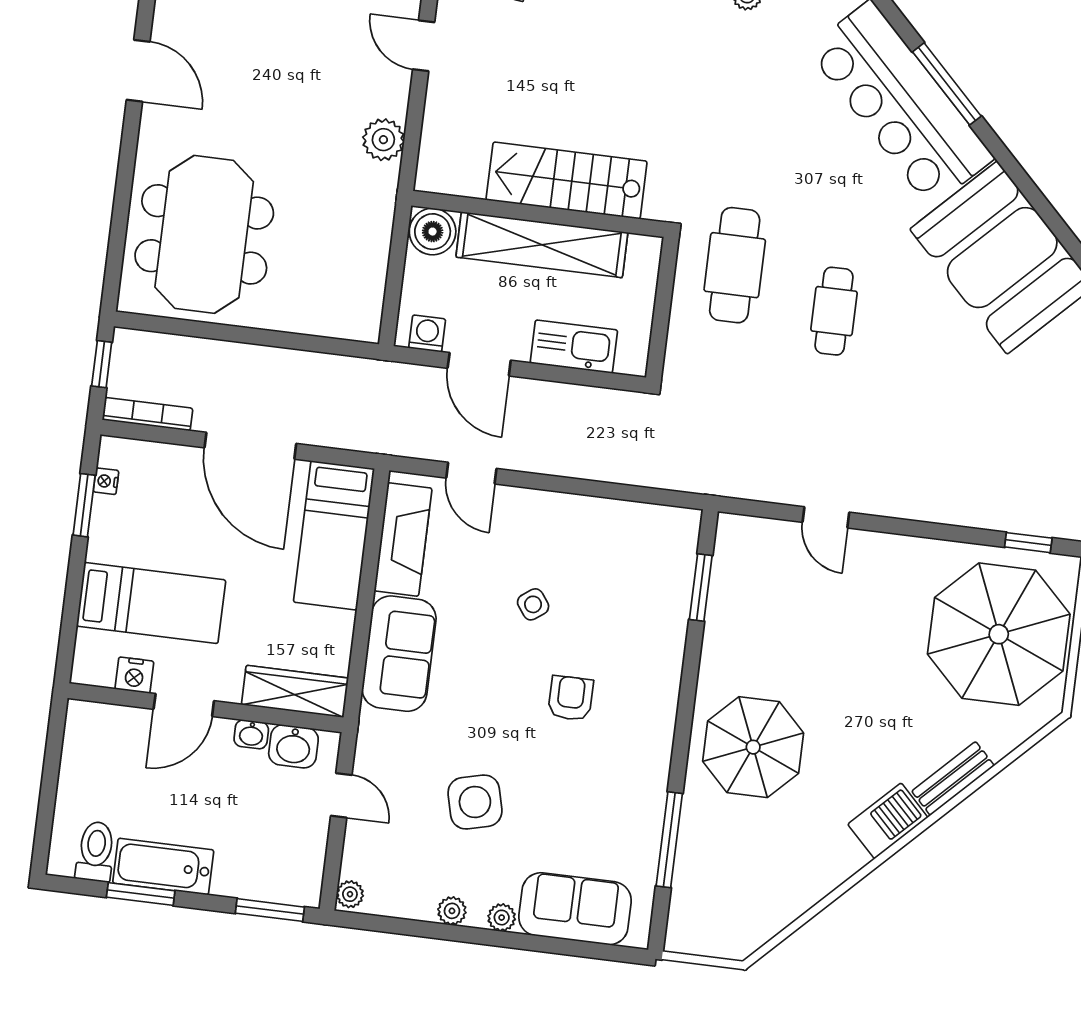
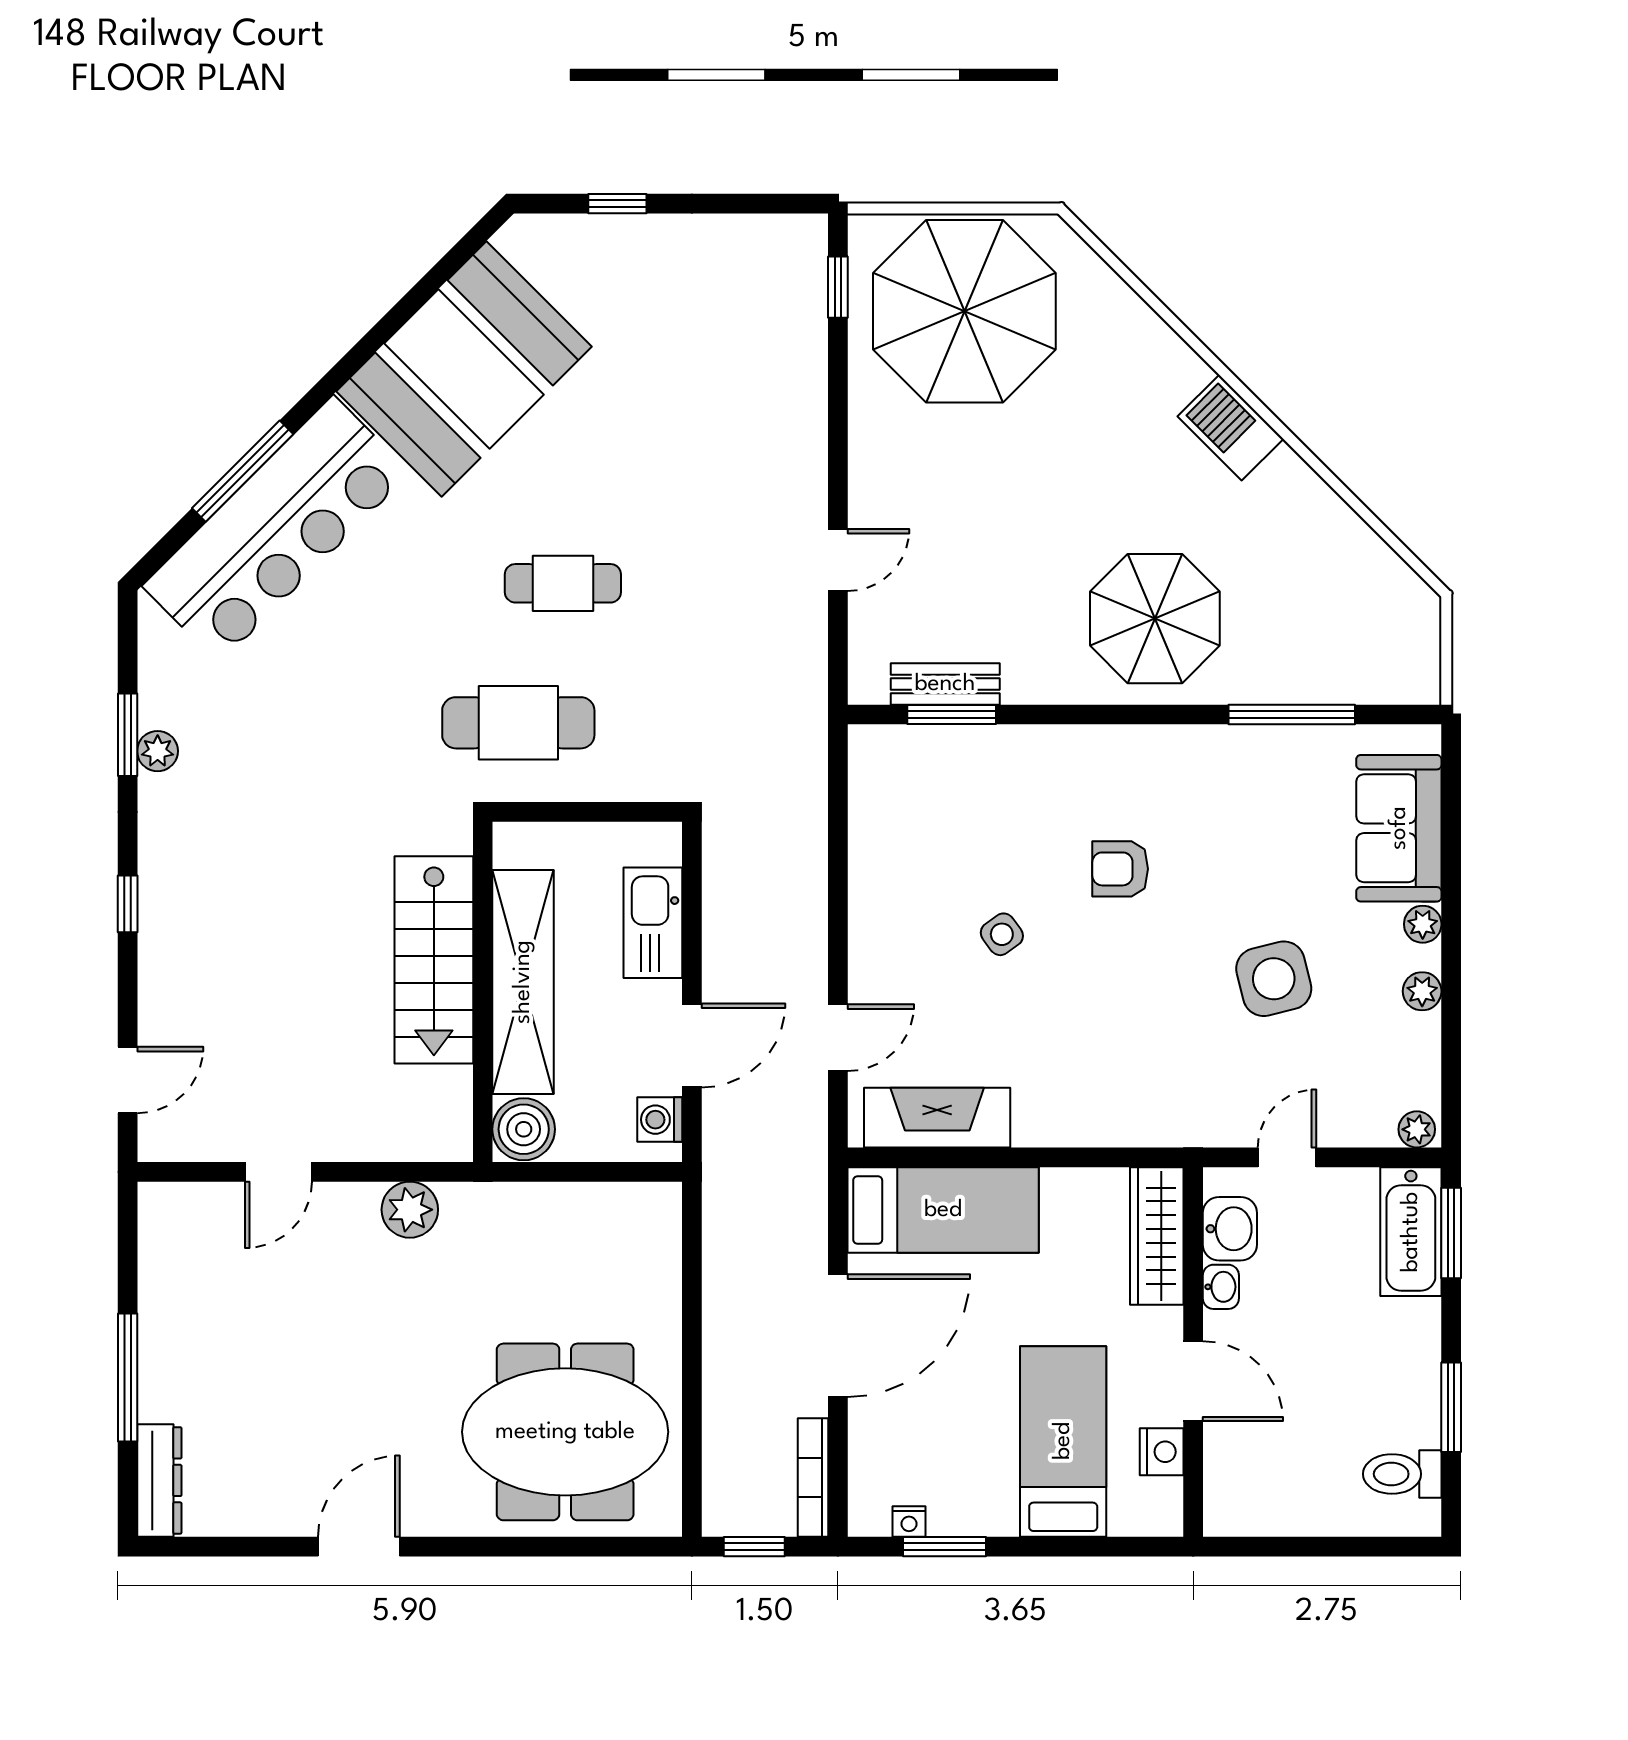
sofa: (399, 654) -> (1089, 1104), removed
bench: (953, 778) -> (945, 684), moved, turned -45
bathtub: (163, 866) -> (1411, 1232), moved

